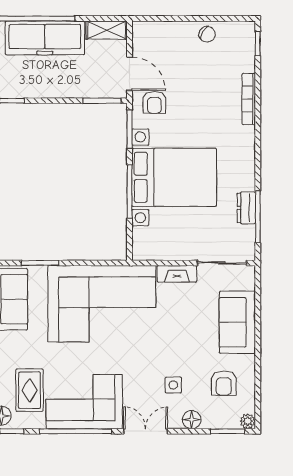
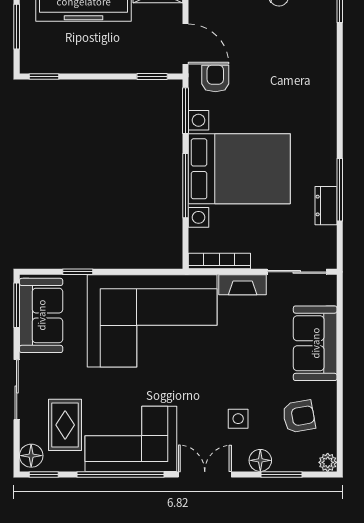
bookcase: (249, 99) -> (219, 261), moved, turned 90
window: (102, 101) -> (152, 77), width x0.67
armchair: (154, 102) -> (215, 78), turned 180
window: (258, 217) -> (340, 190), moved
window: (40, 263) -> (78, 272), width x0.67
armchair: (224, 383) -> (299, 416), turned -100
window: (227, 431) -> (281, 474), moved

